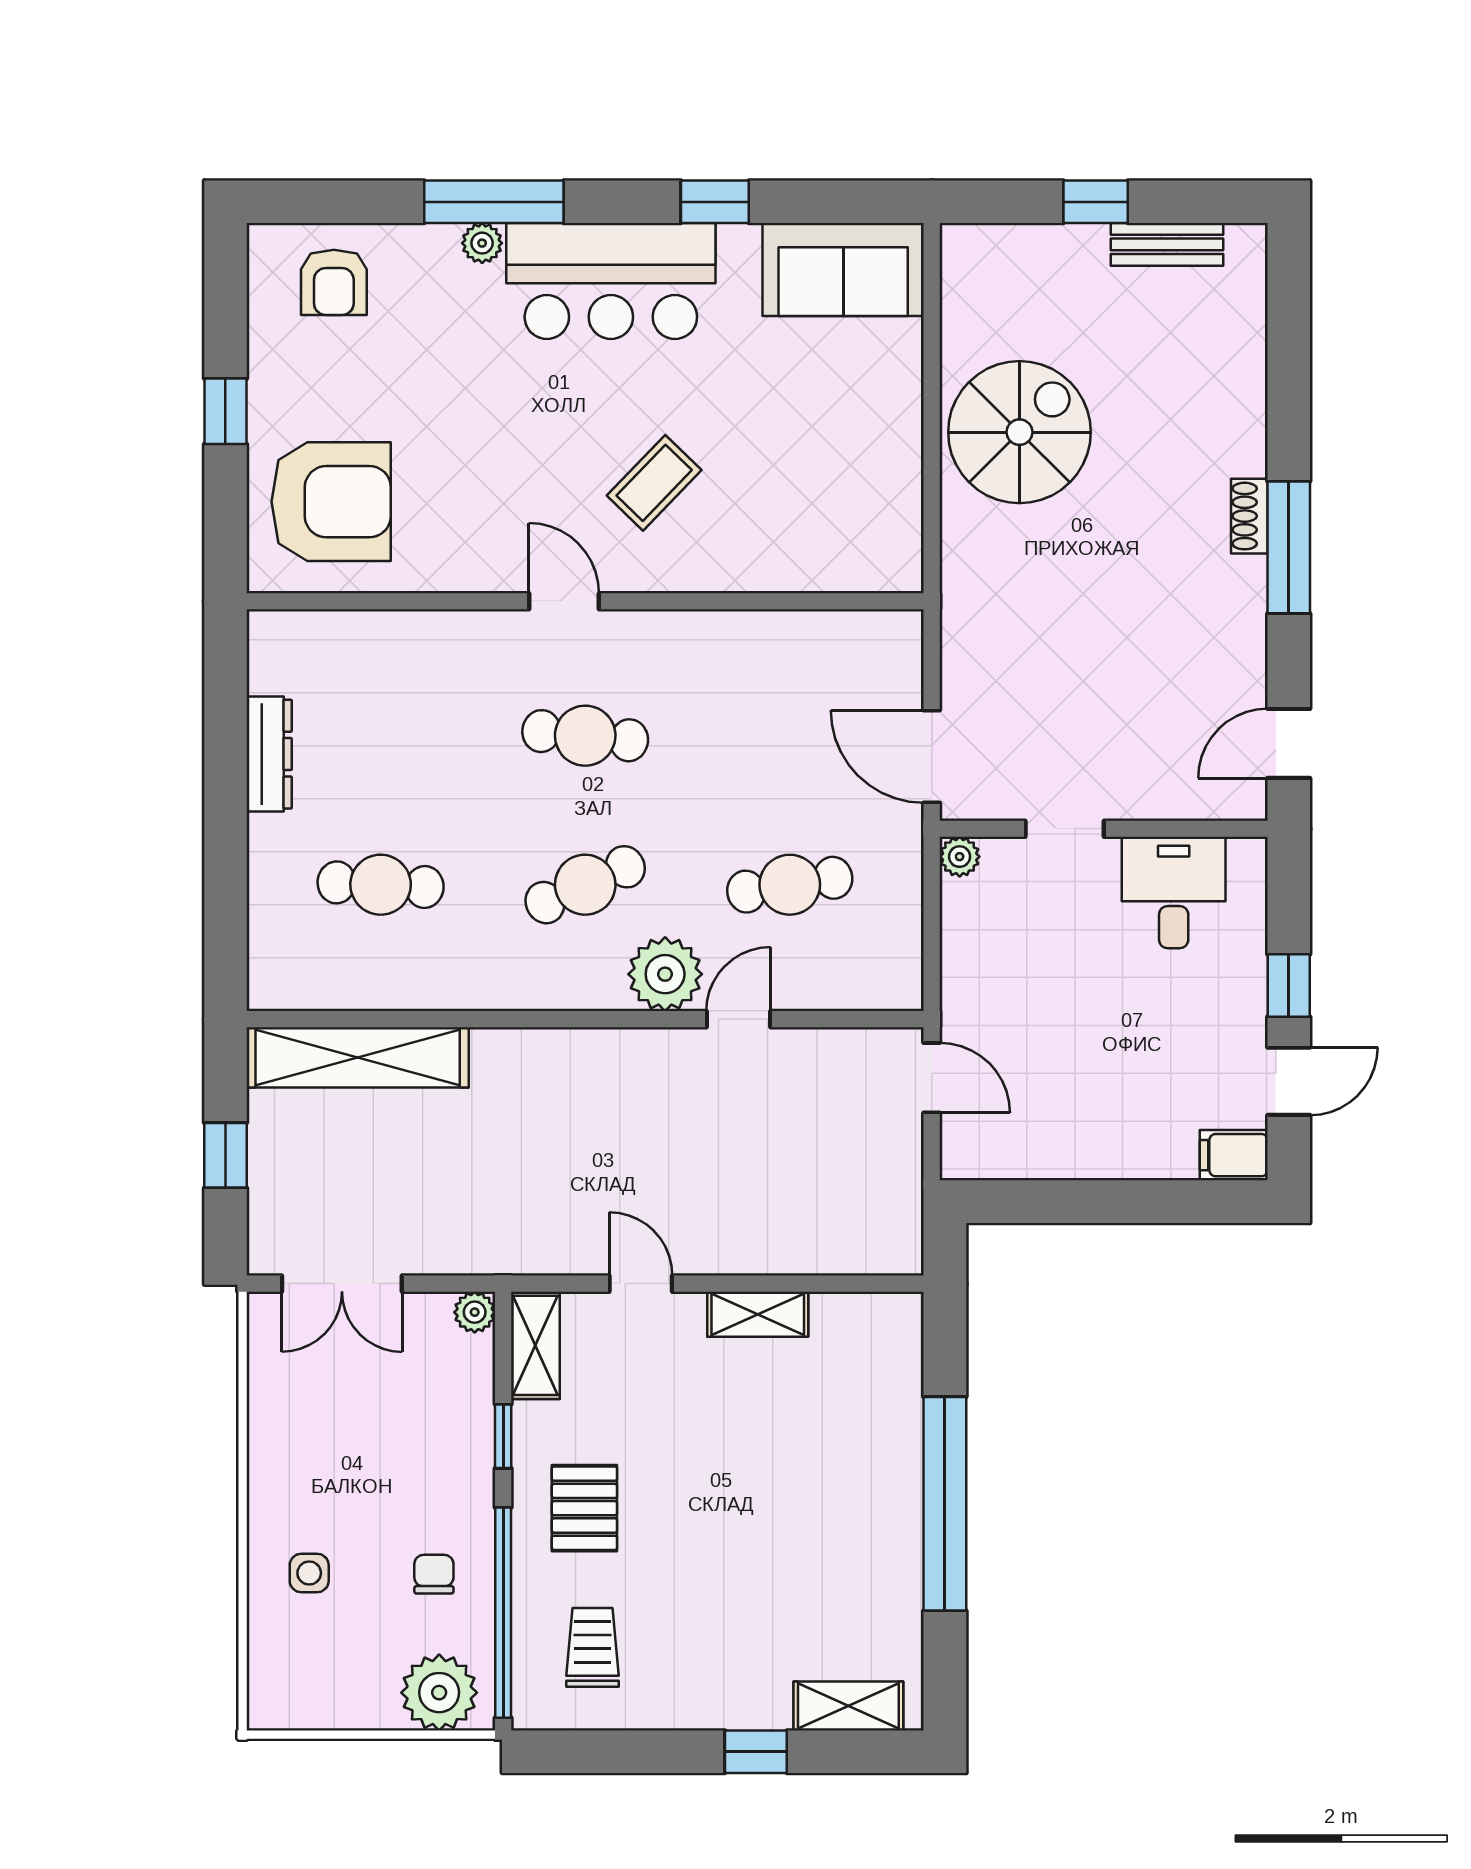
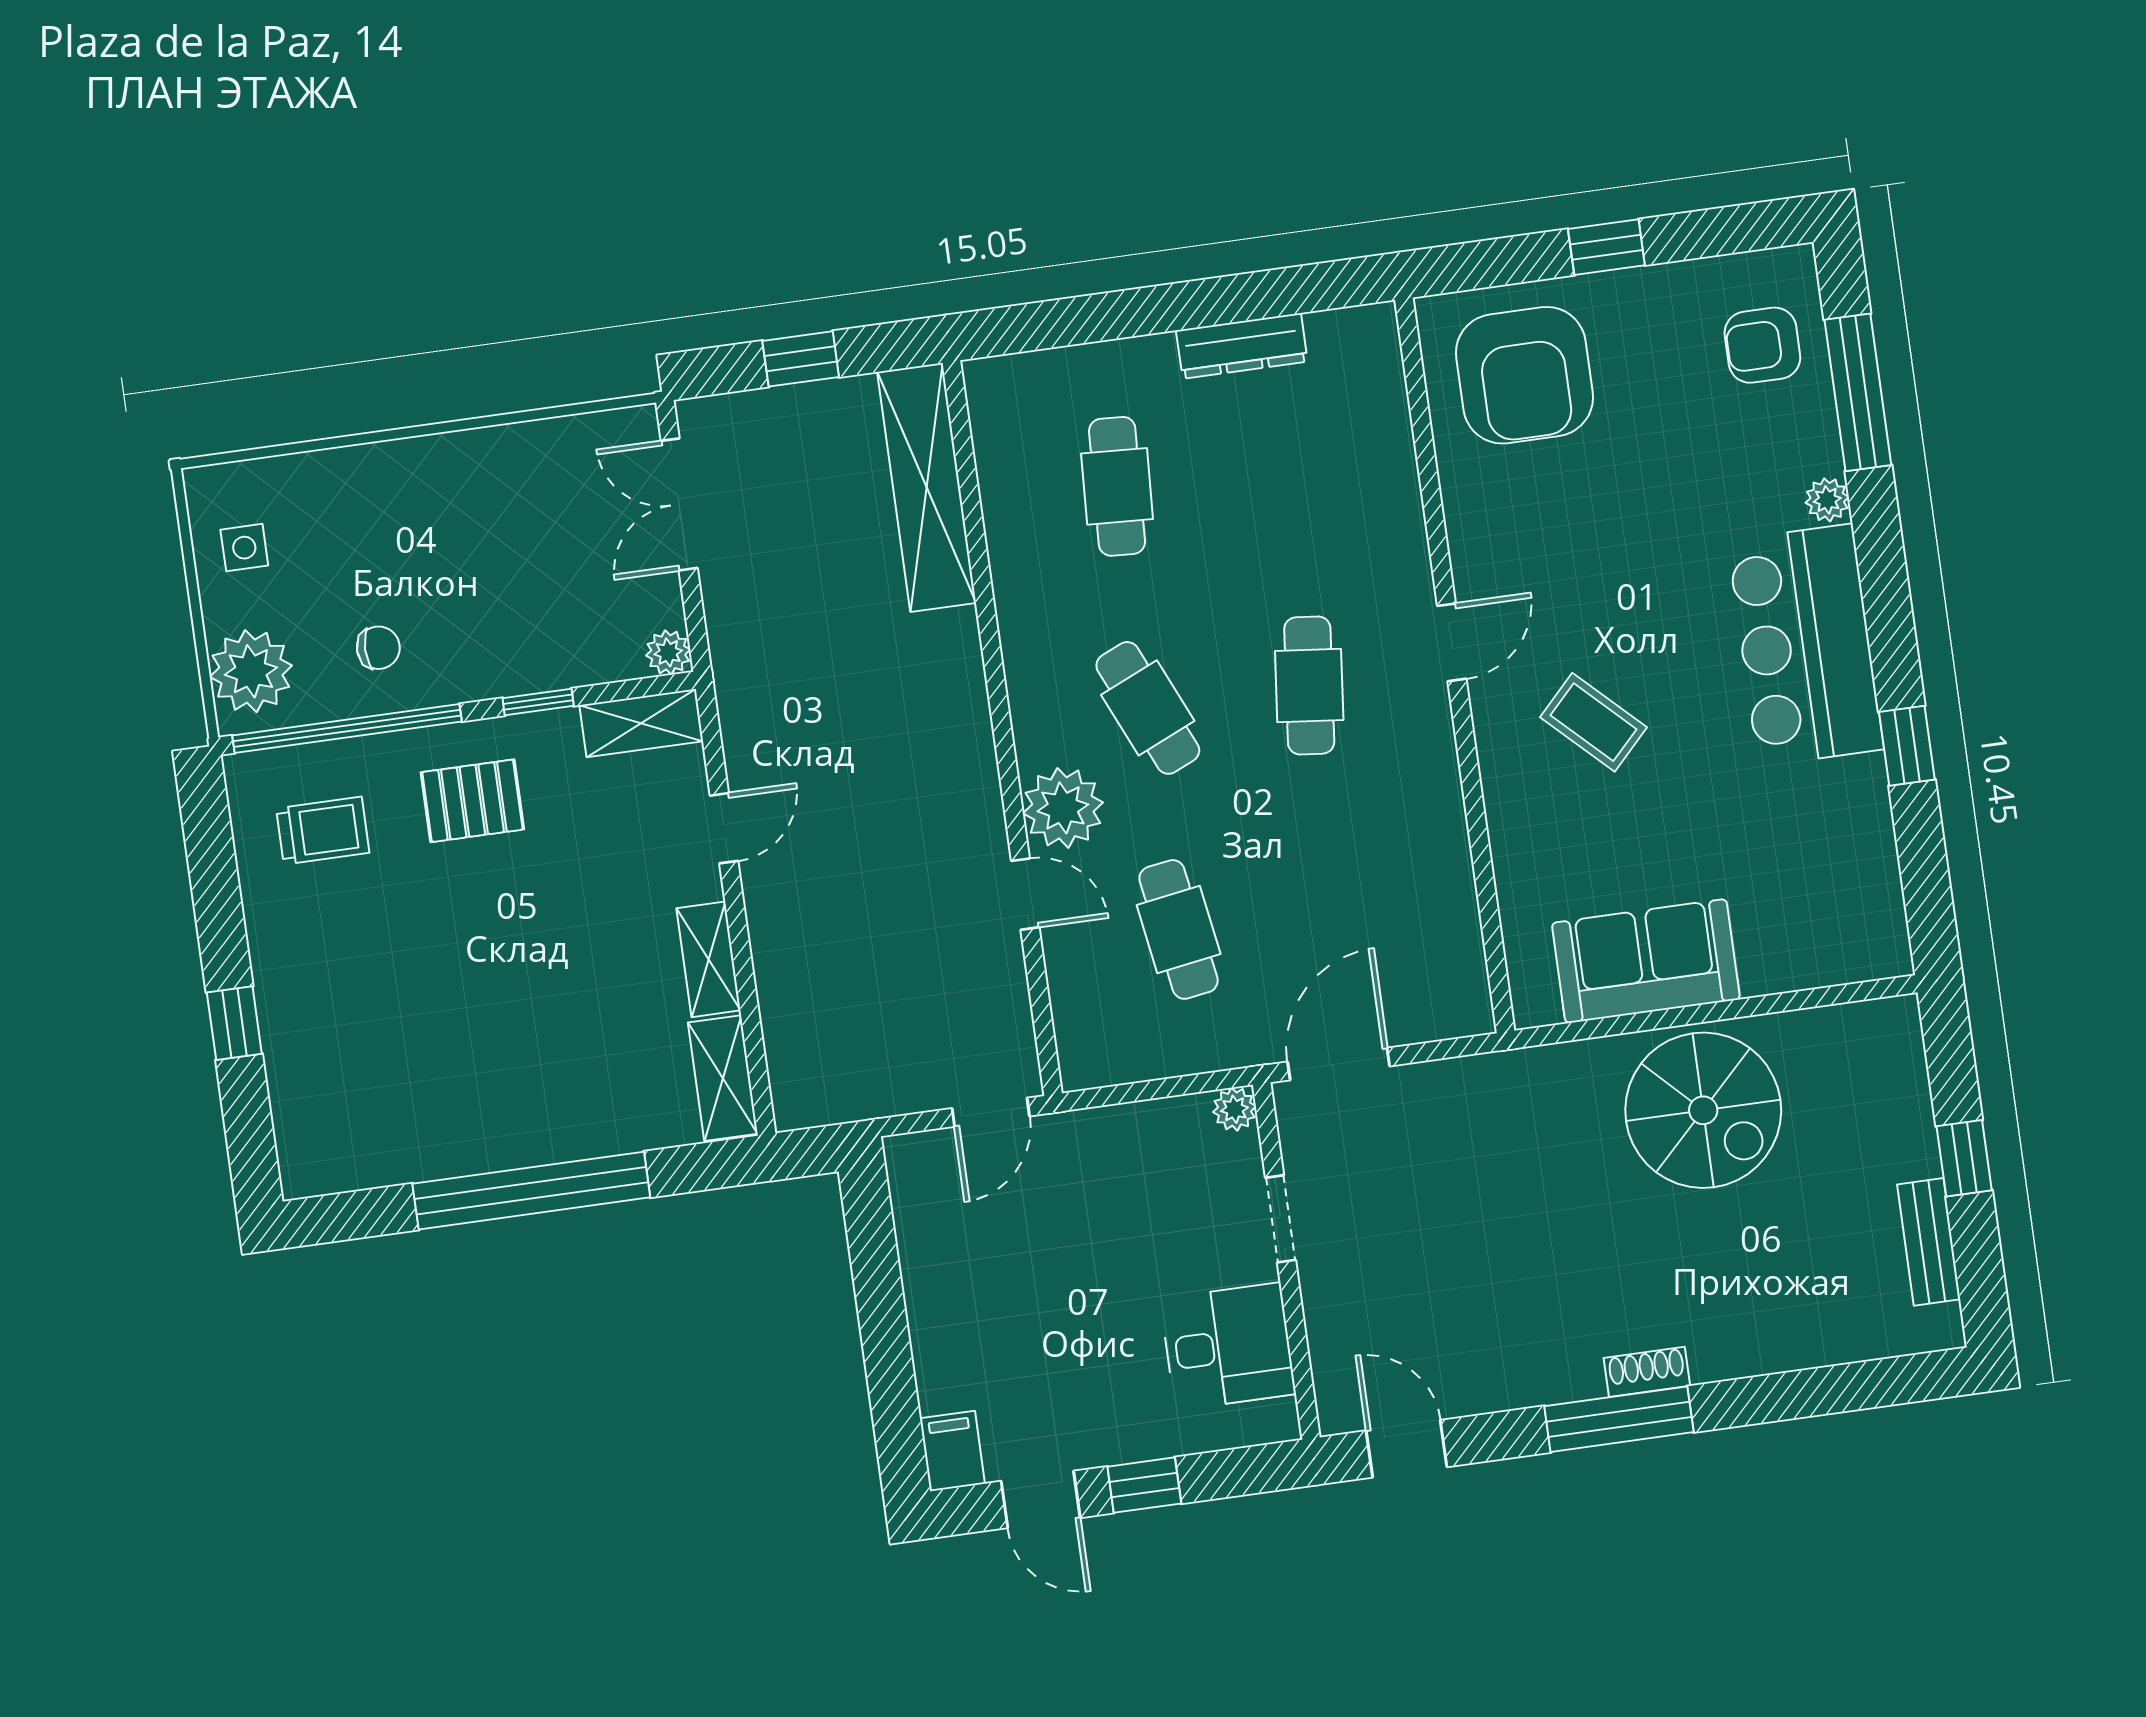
window: (494, 202) -> (1858, 392), moved
sofa: (843, 270) -> (1646, 961), moved, turned 90
side table: (309, 1573) -> (244, 548), moved
shelving: (848, 1706) -> (723, 1078), moved

